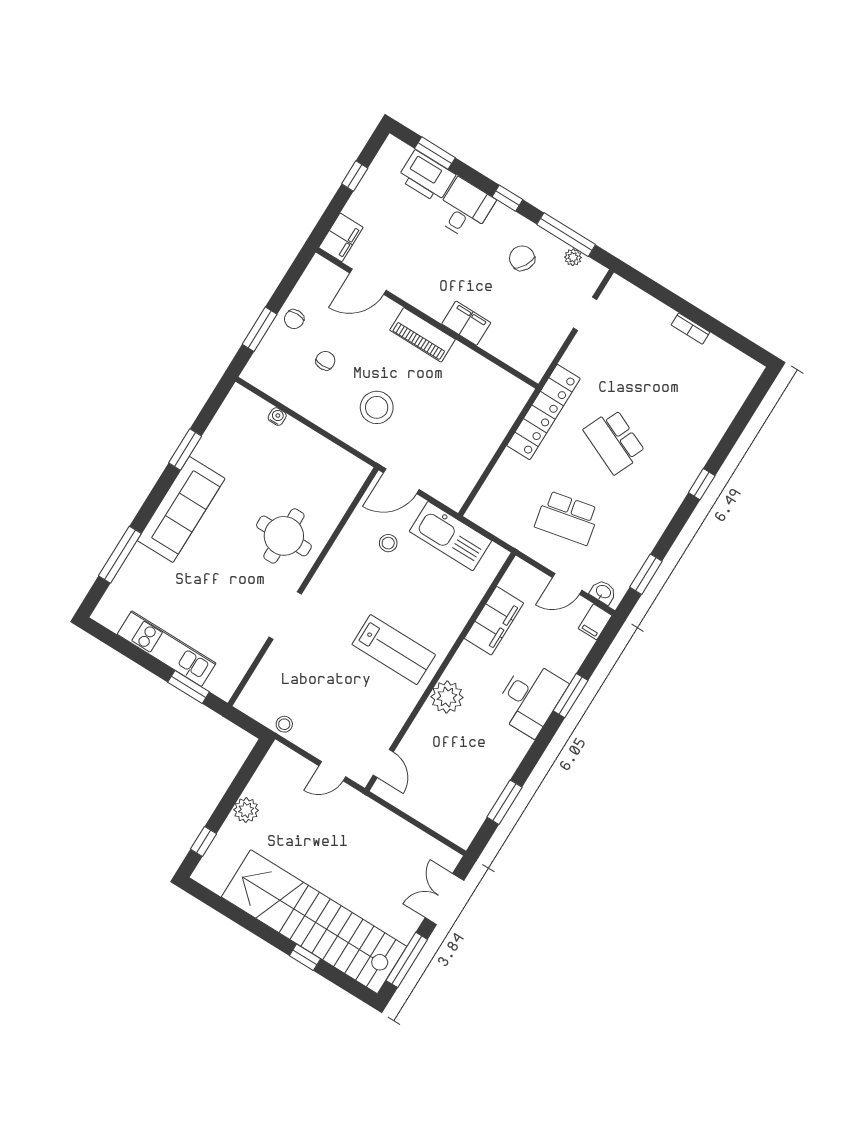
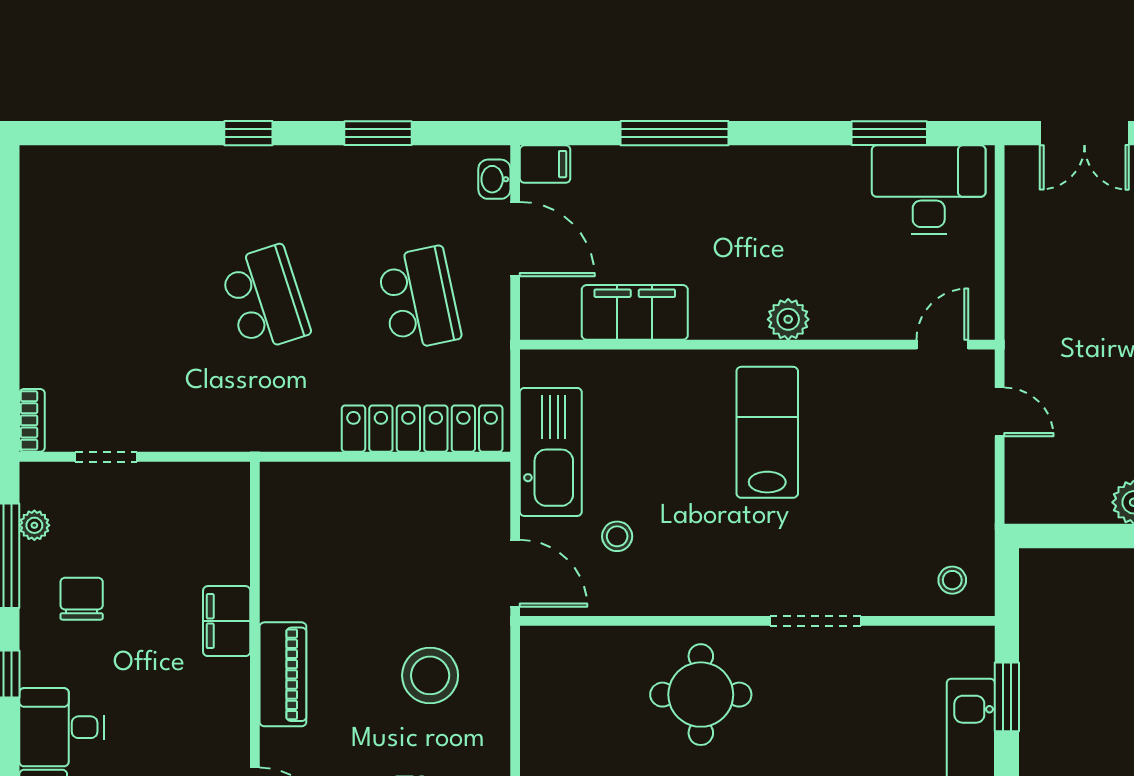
chair: (522, 258) -> (82, 599), turned 151
bookcase: (691, 329) -> (32, 420), moved
locker: (543, 412) -> (422, 429), moved
school desk: (615, 441) -> (265, 299), turned -42
window: (646, 574) -> (378, 133), moved
door: (567, 584) -> (515, 239), width x1.38
window: (571, 696) -> (675, 133), width x1.44
plant: (447, 697) -> (788, 319), width x0.73, depth x0.73
desk: (530, 698) -> (929, 190), moved
stool: (284, 724) -> (952, 580), moved

